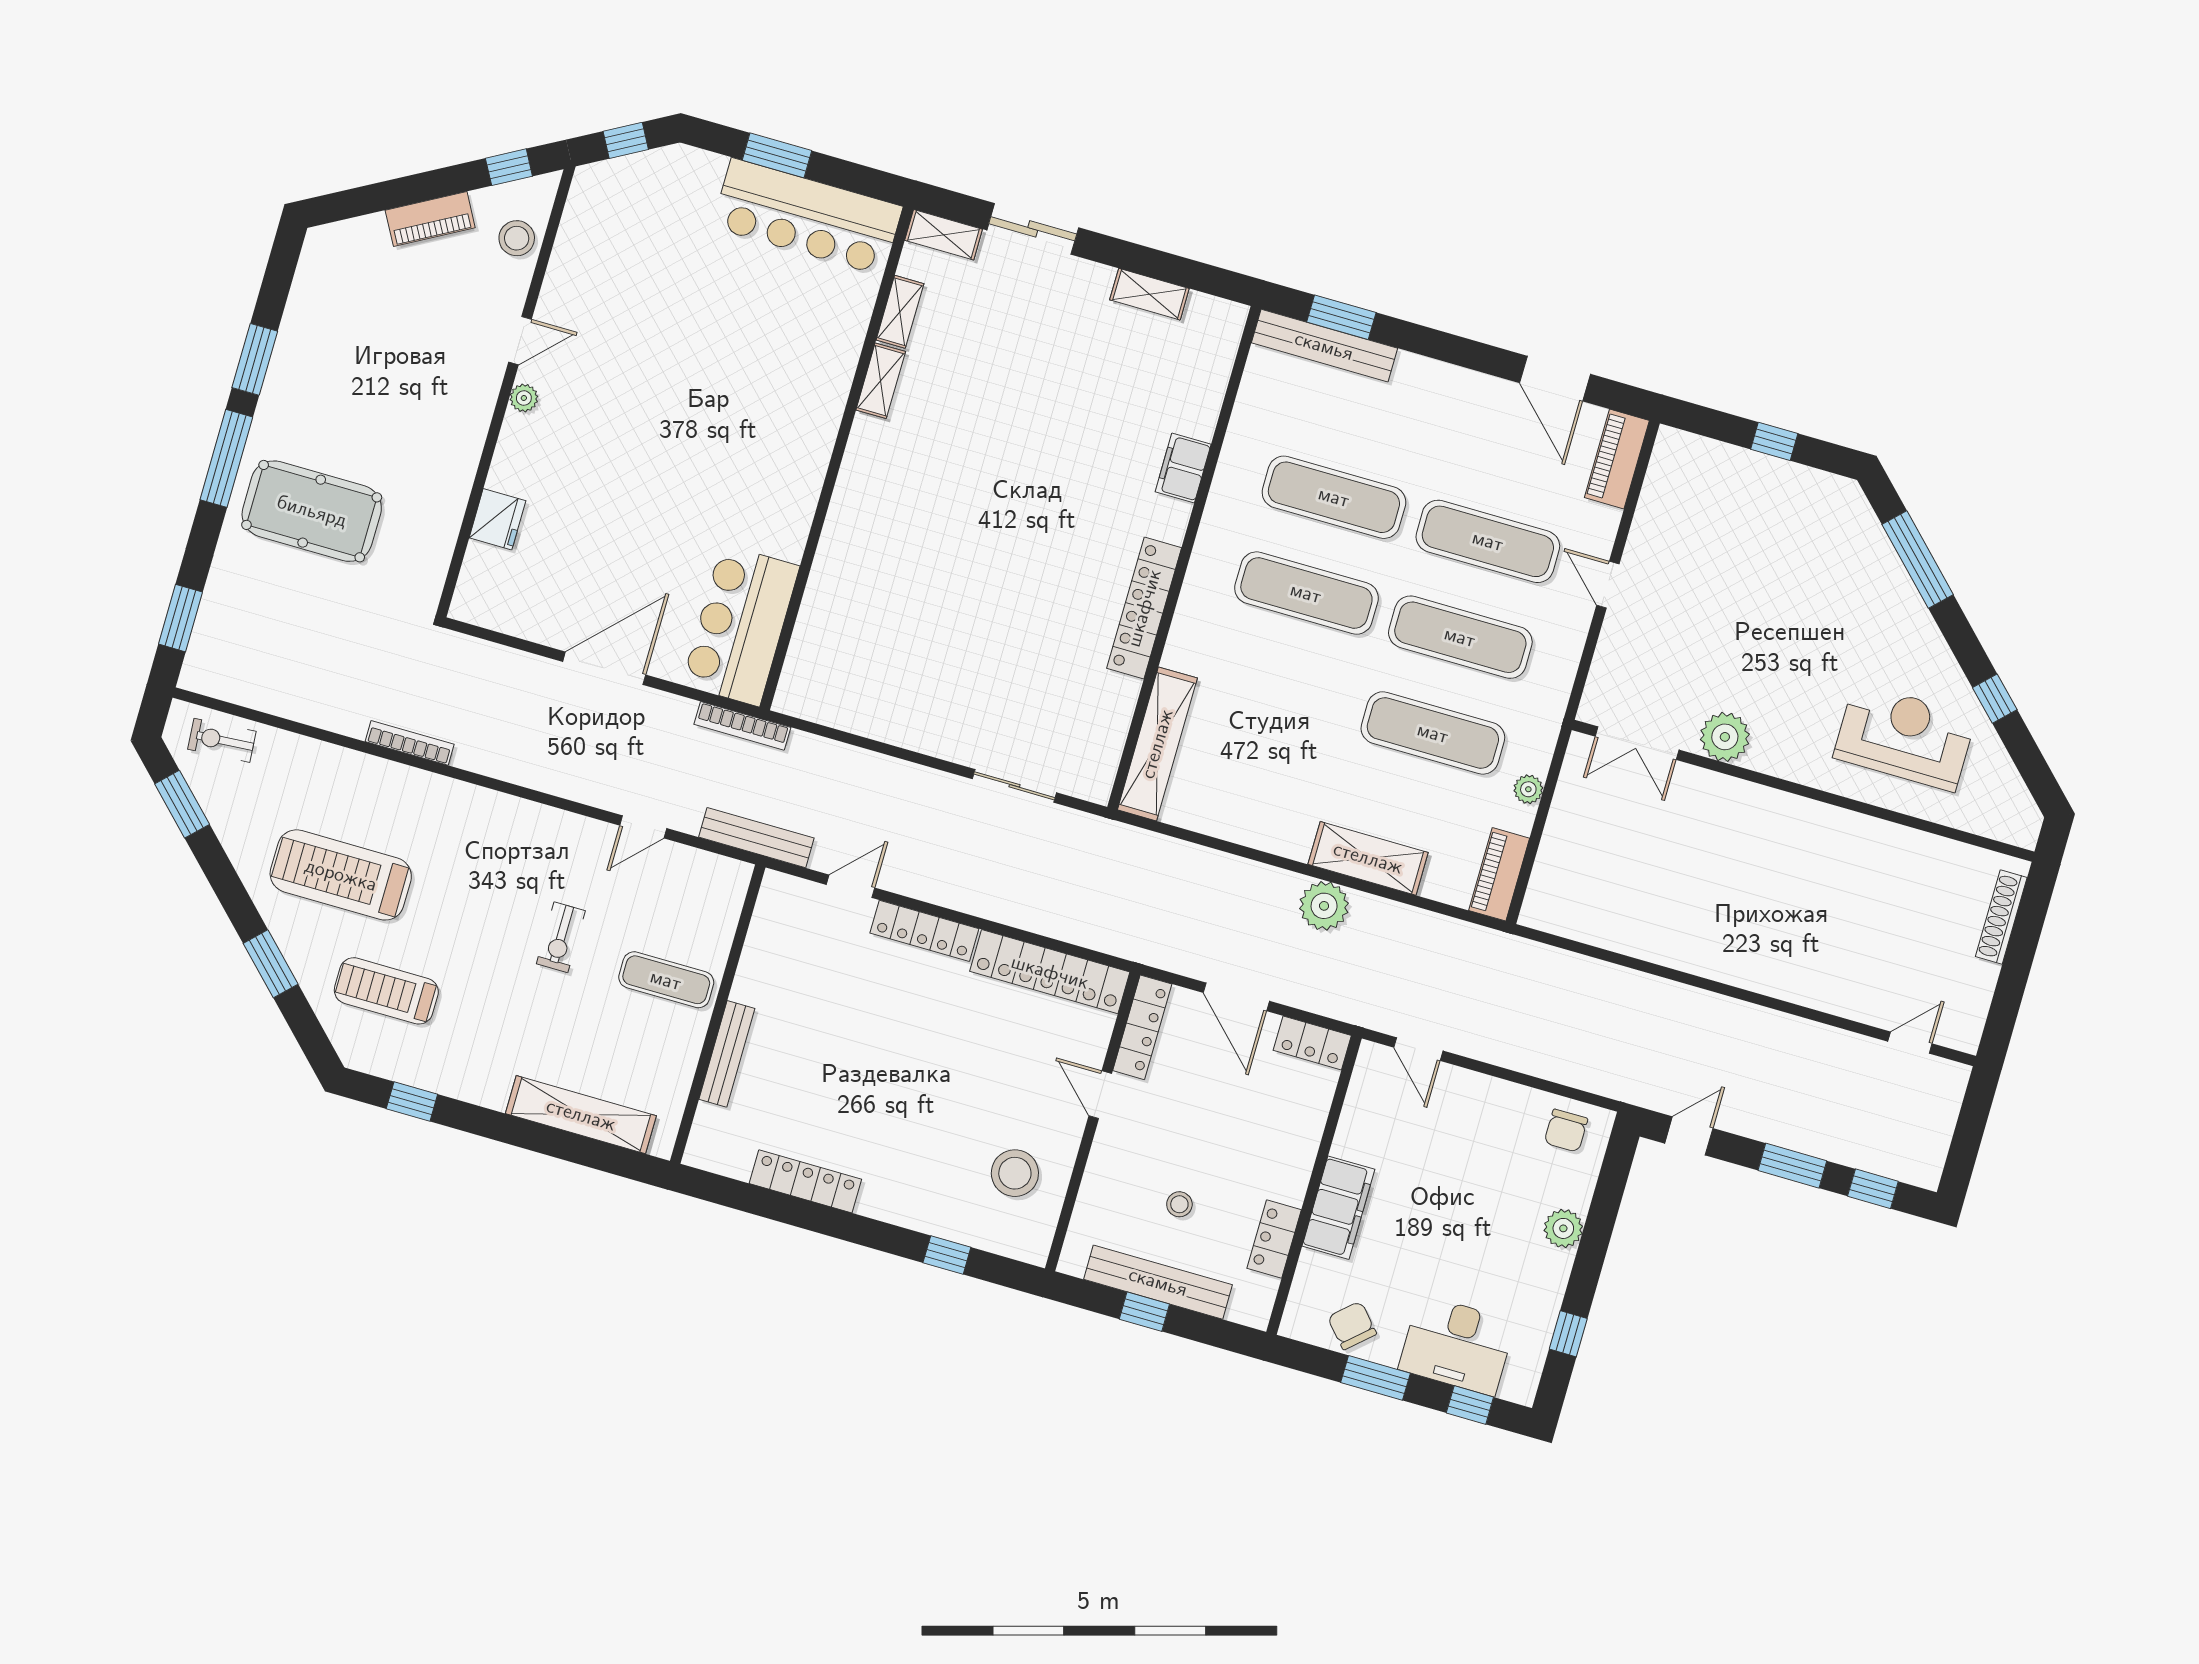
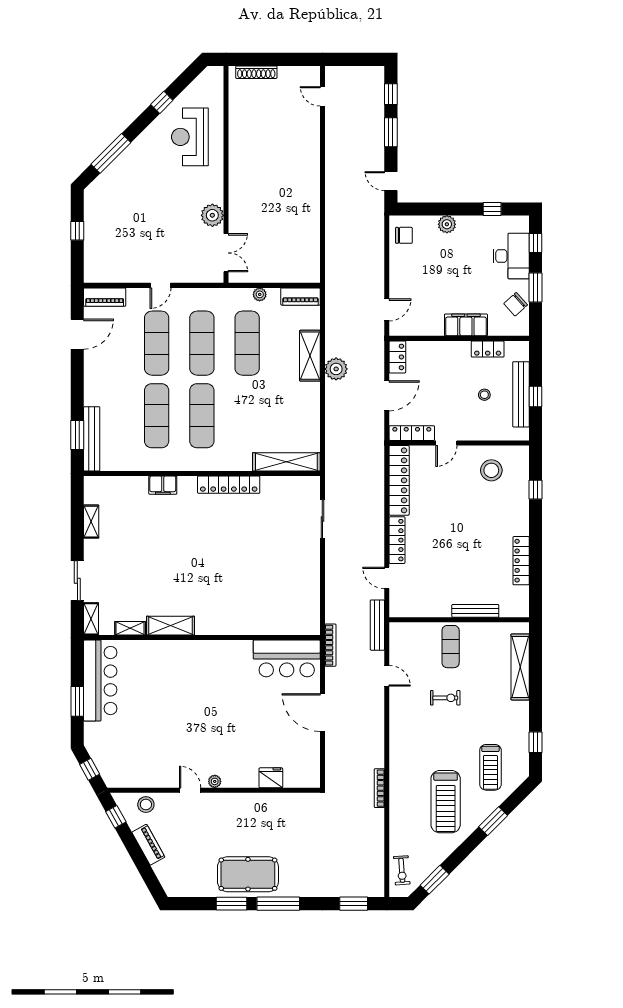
shelving: (881, 381) -> (170, 626), width x1.50, depth x1.33
pool table: (312, 511) -> (248, 874), moved, turned 90

